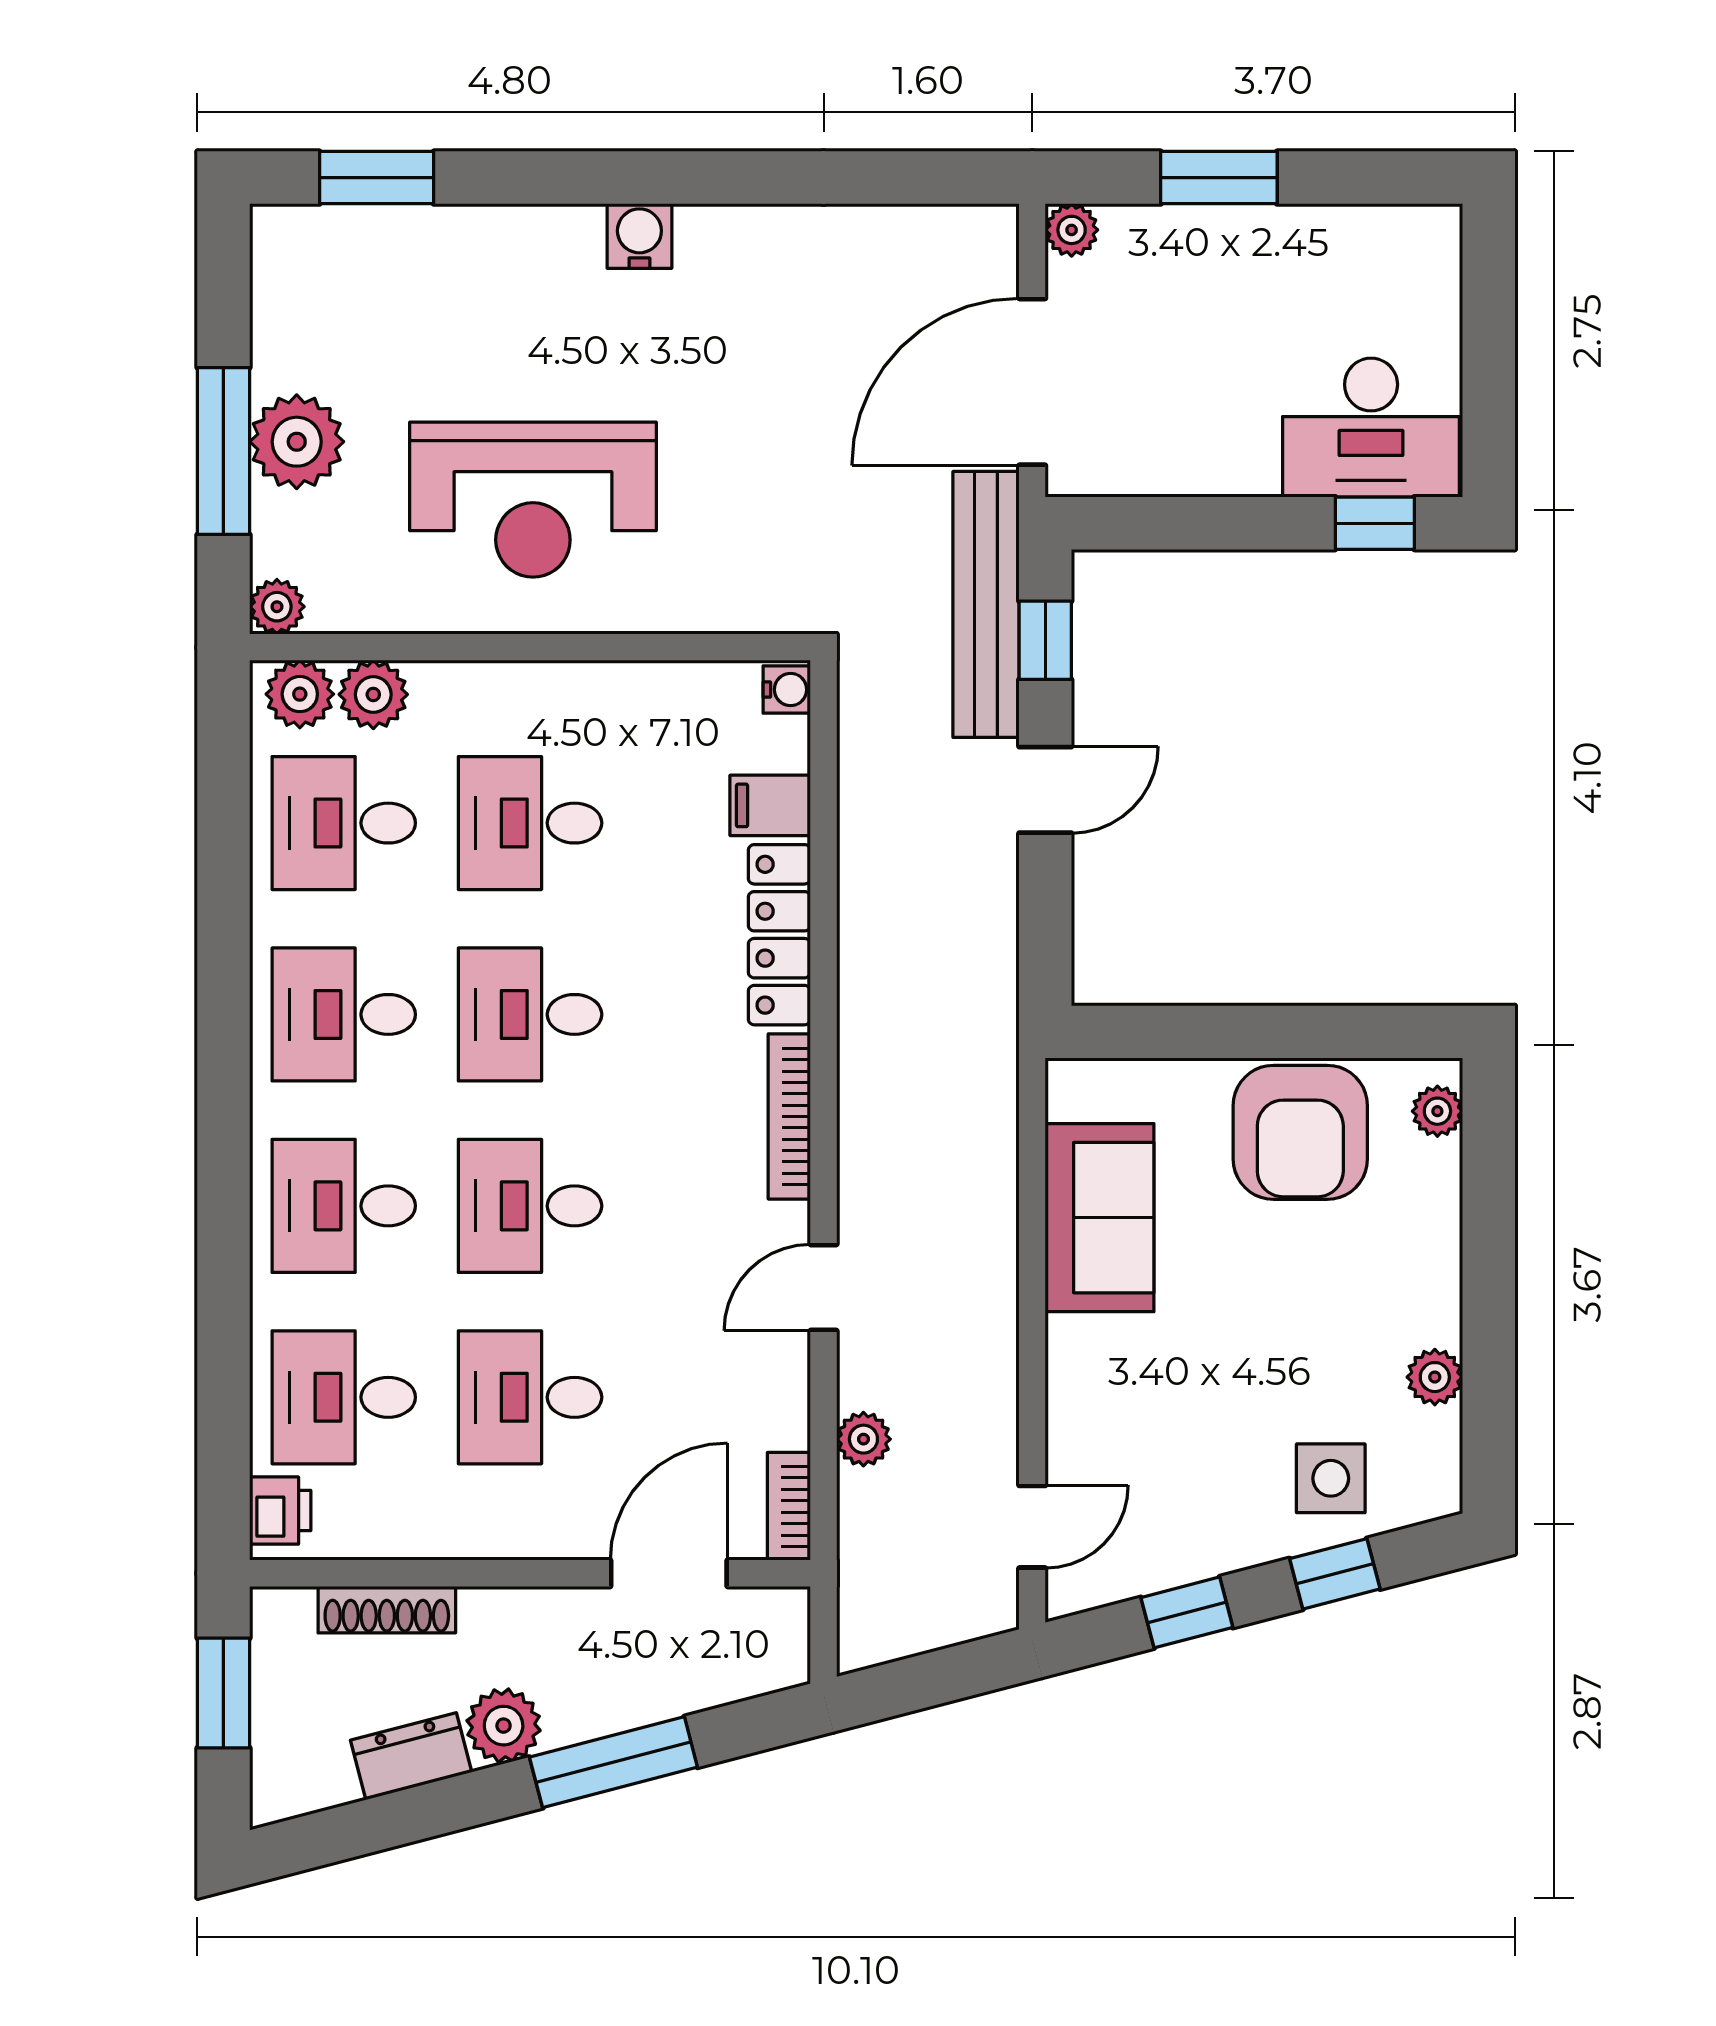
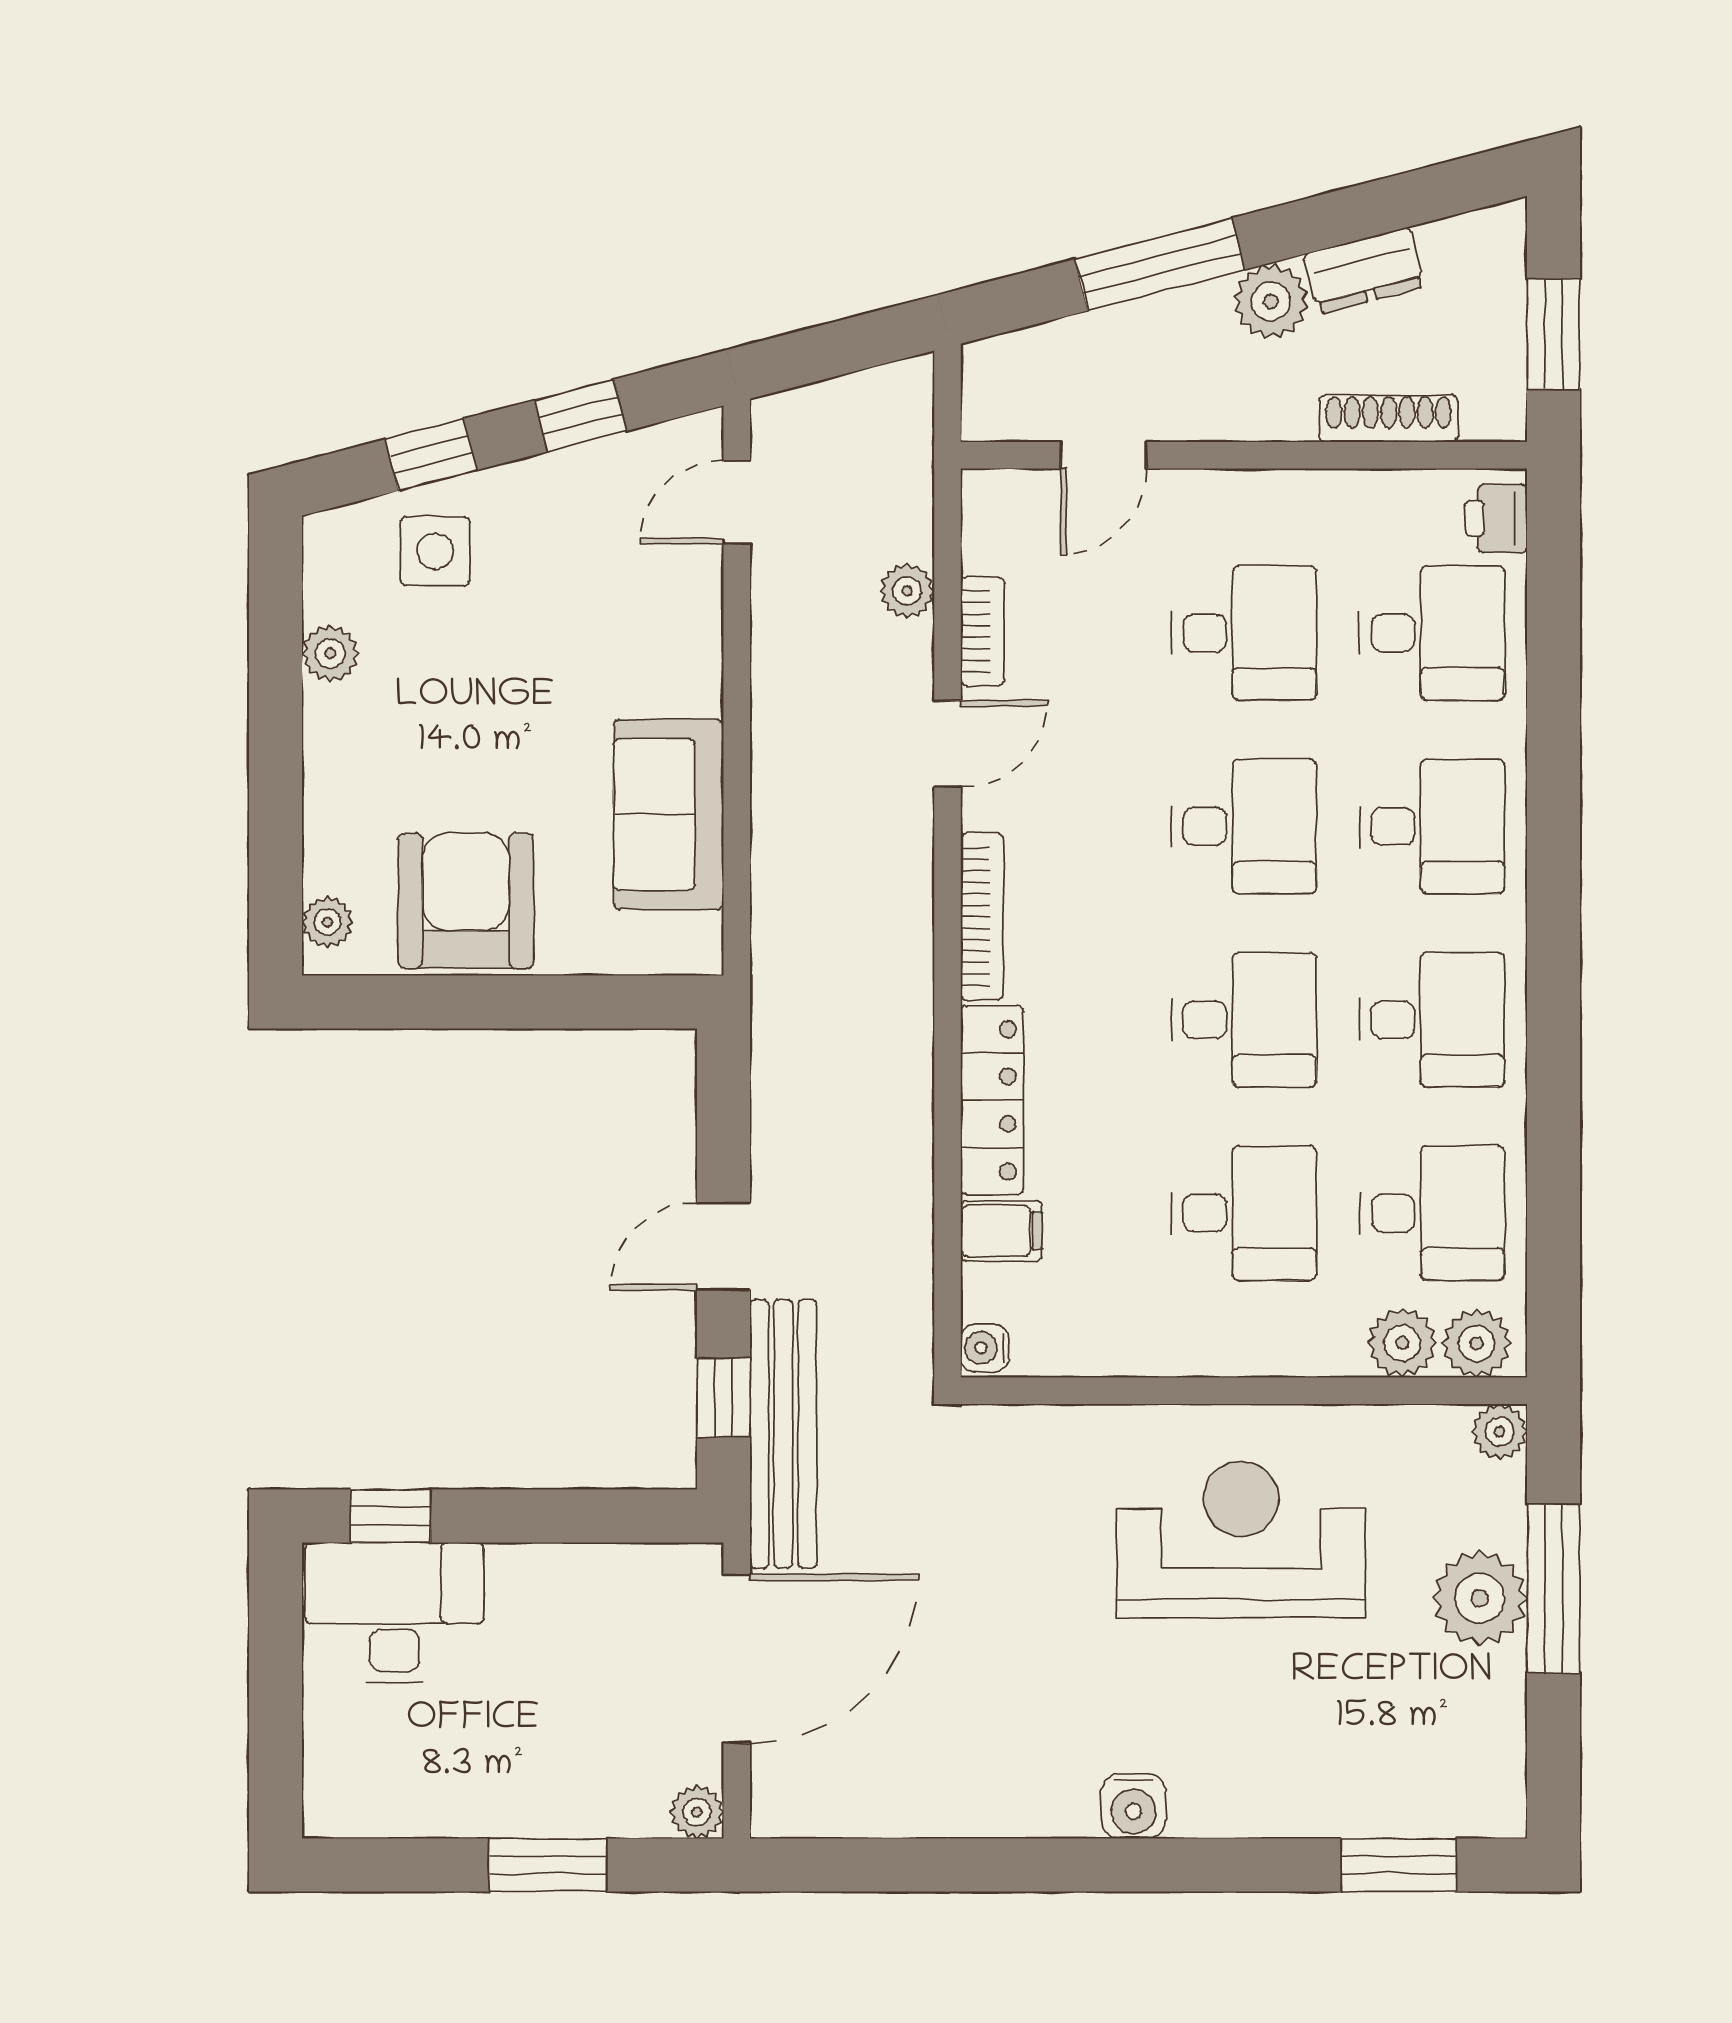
bookcase: (789, 1506) -> (982, 631), moved
door: (669, 1573) -> (1104, 455), width x0.73

